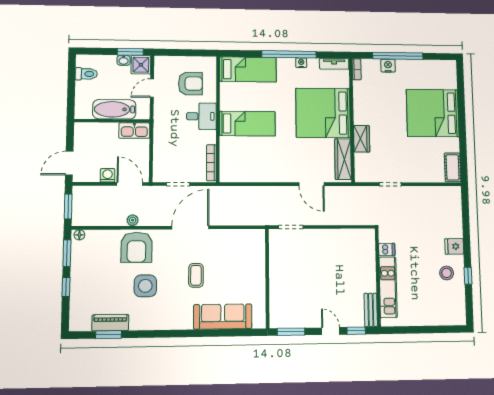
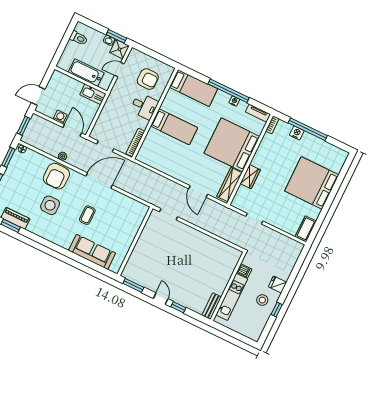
dishwasher: (387, 250) -> (244, 271), moved
wall: (378, 277) -> (228, 286), moved
kitchen unit: (388, 287) -> (232, 297), moved
bench: (371, 310) -> (212, 306), moved

